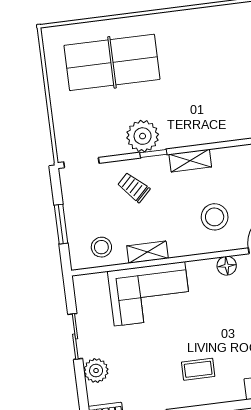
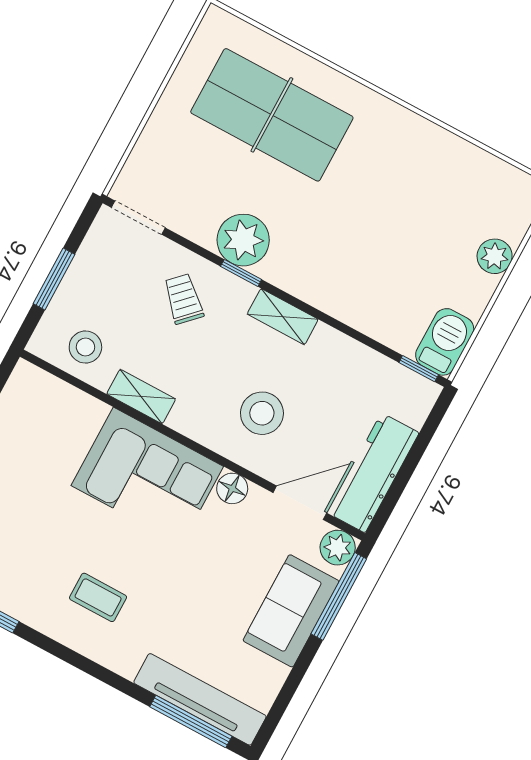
corner sofa: (149, 294) -> (147, 476), moved

